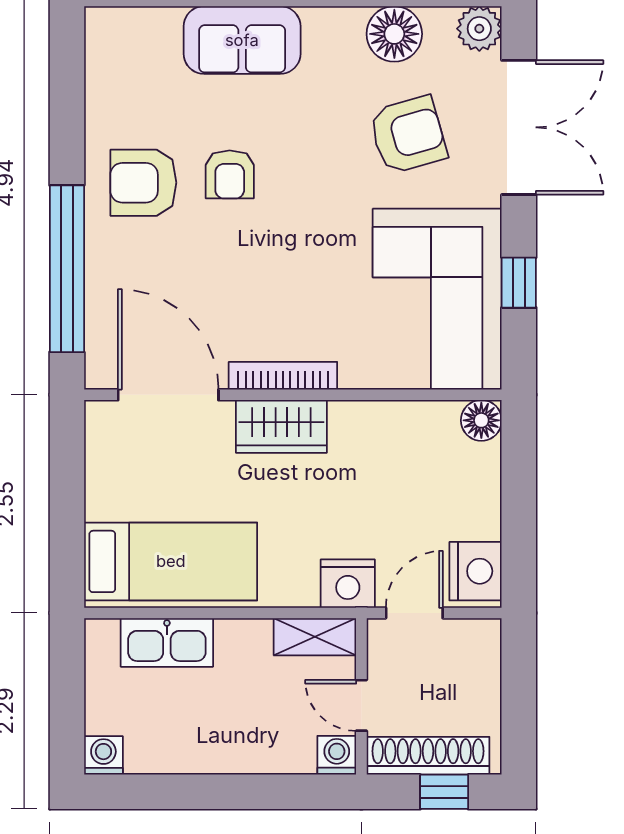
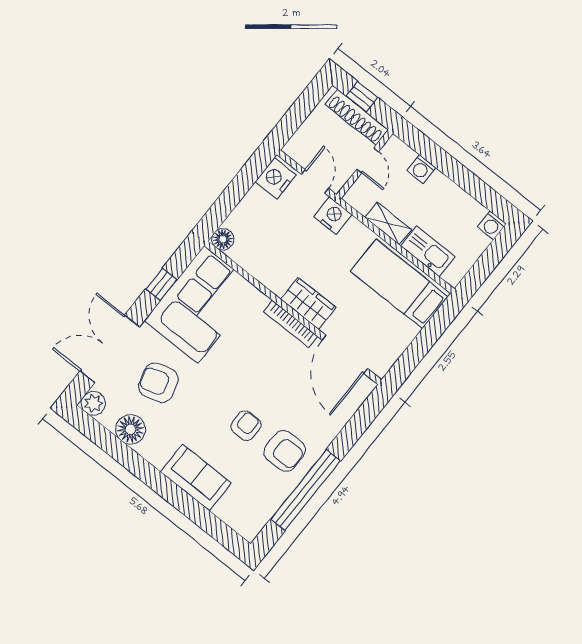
window: (67, 269) -> (306, 490), moved
door: (414, 613) -> (315, 181), swing flipped
shelving: (315, 637) -> (388, 223), moved
washing machine: (337, 755) -> (421, 169), moved

